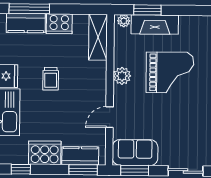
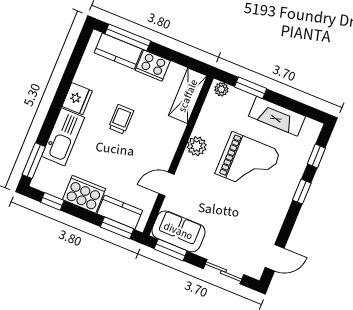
fireplace: (155, 25) -> (277, 116), moved
trolley: (51, 79) -> (121, 119), turned 180

